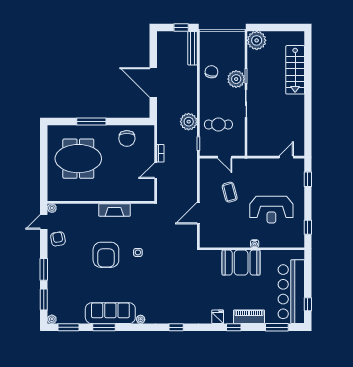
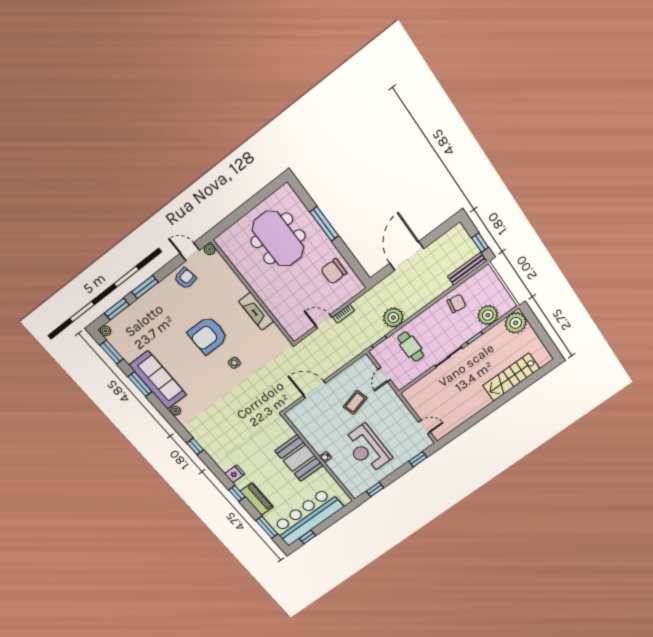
plant: (236, 79) -> (488, 315), moved

